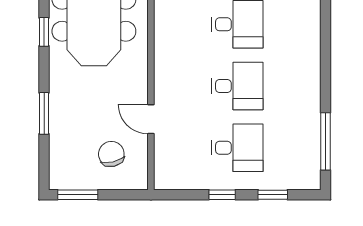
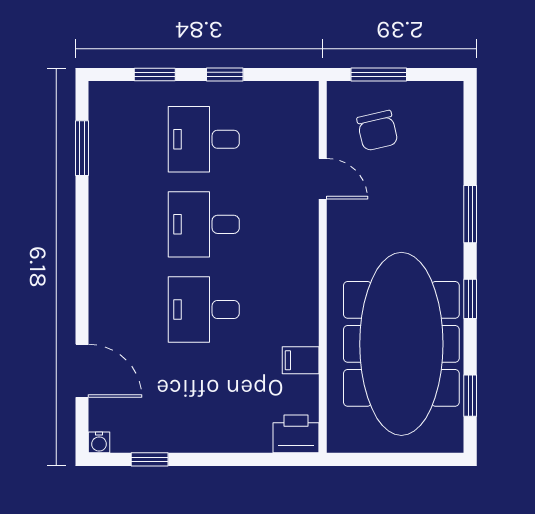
window: (44, 113) -> (470, 214), moved
window: (325, 141) -> (82, 148), width x0.69
window: (78, 195) -> (379, 74), moved

